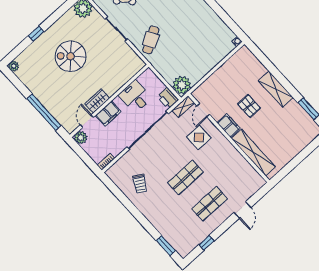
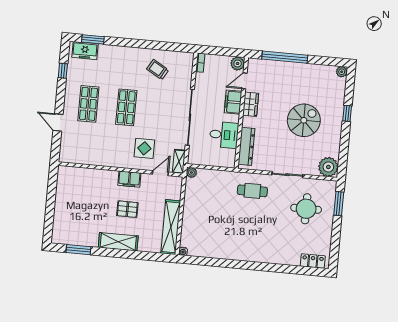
cafe table: (151, 40) -> (252, 191), turned -60
dresser: (127, 74) -> (247, 146), added
plant: (182, 85) -> (191, 173), width x0.53, depth x0.53
printer: (168, 98) -> (197, 157), removed
door: (203, 110) -> (160, 173), hinge flipped
door: (87, 121) -> (244, 81), swing flipped
shelving: (253, 153) -> (171, 227), moved, turned 90
freezer: (178, 243) -> (85, 51), added

